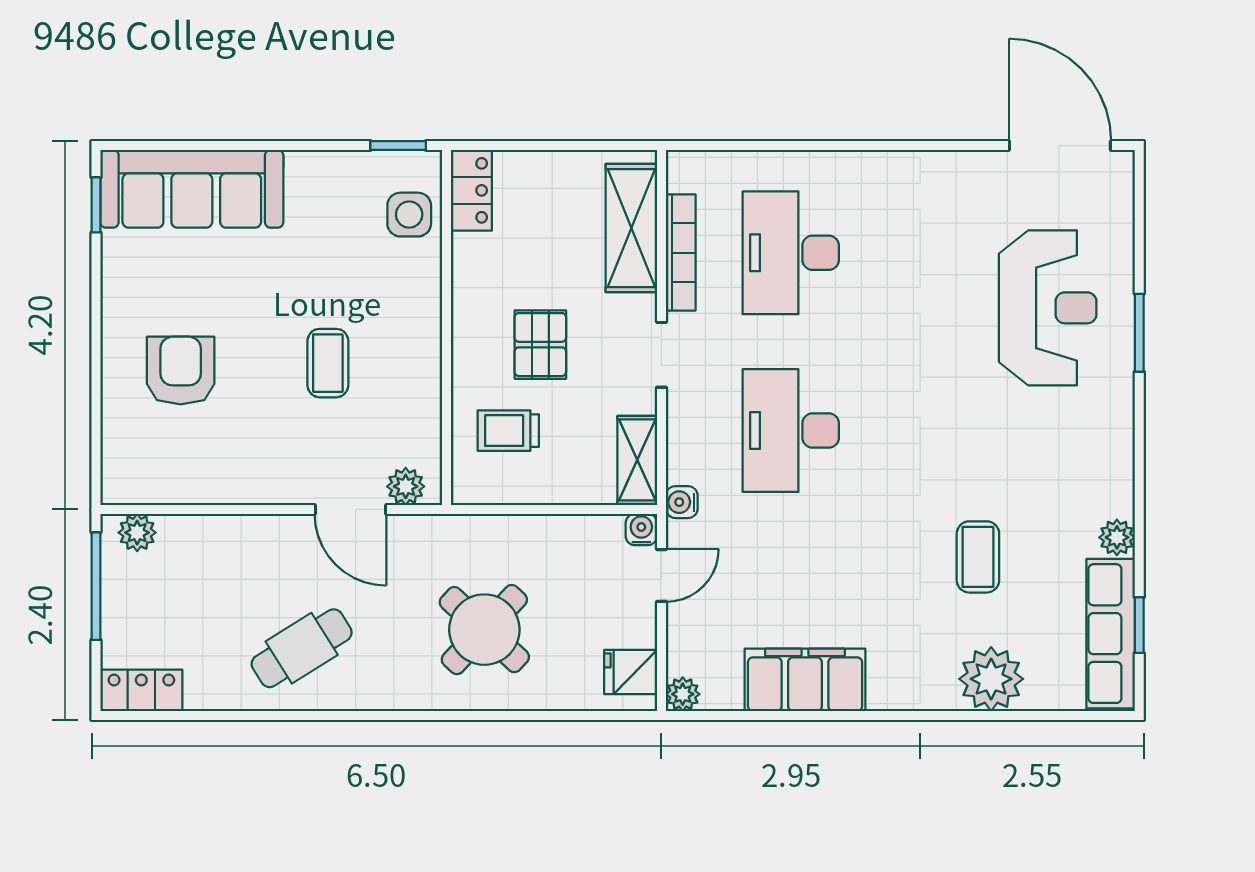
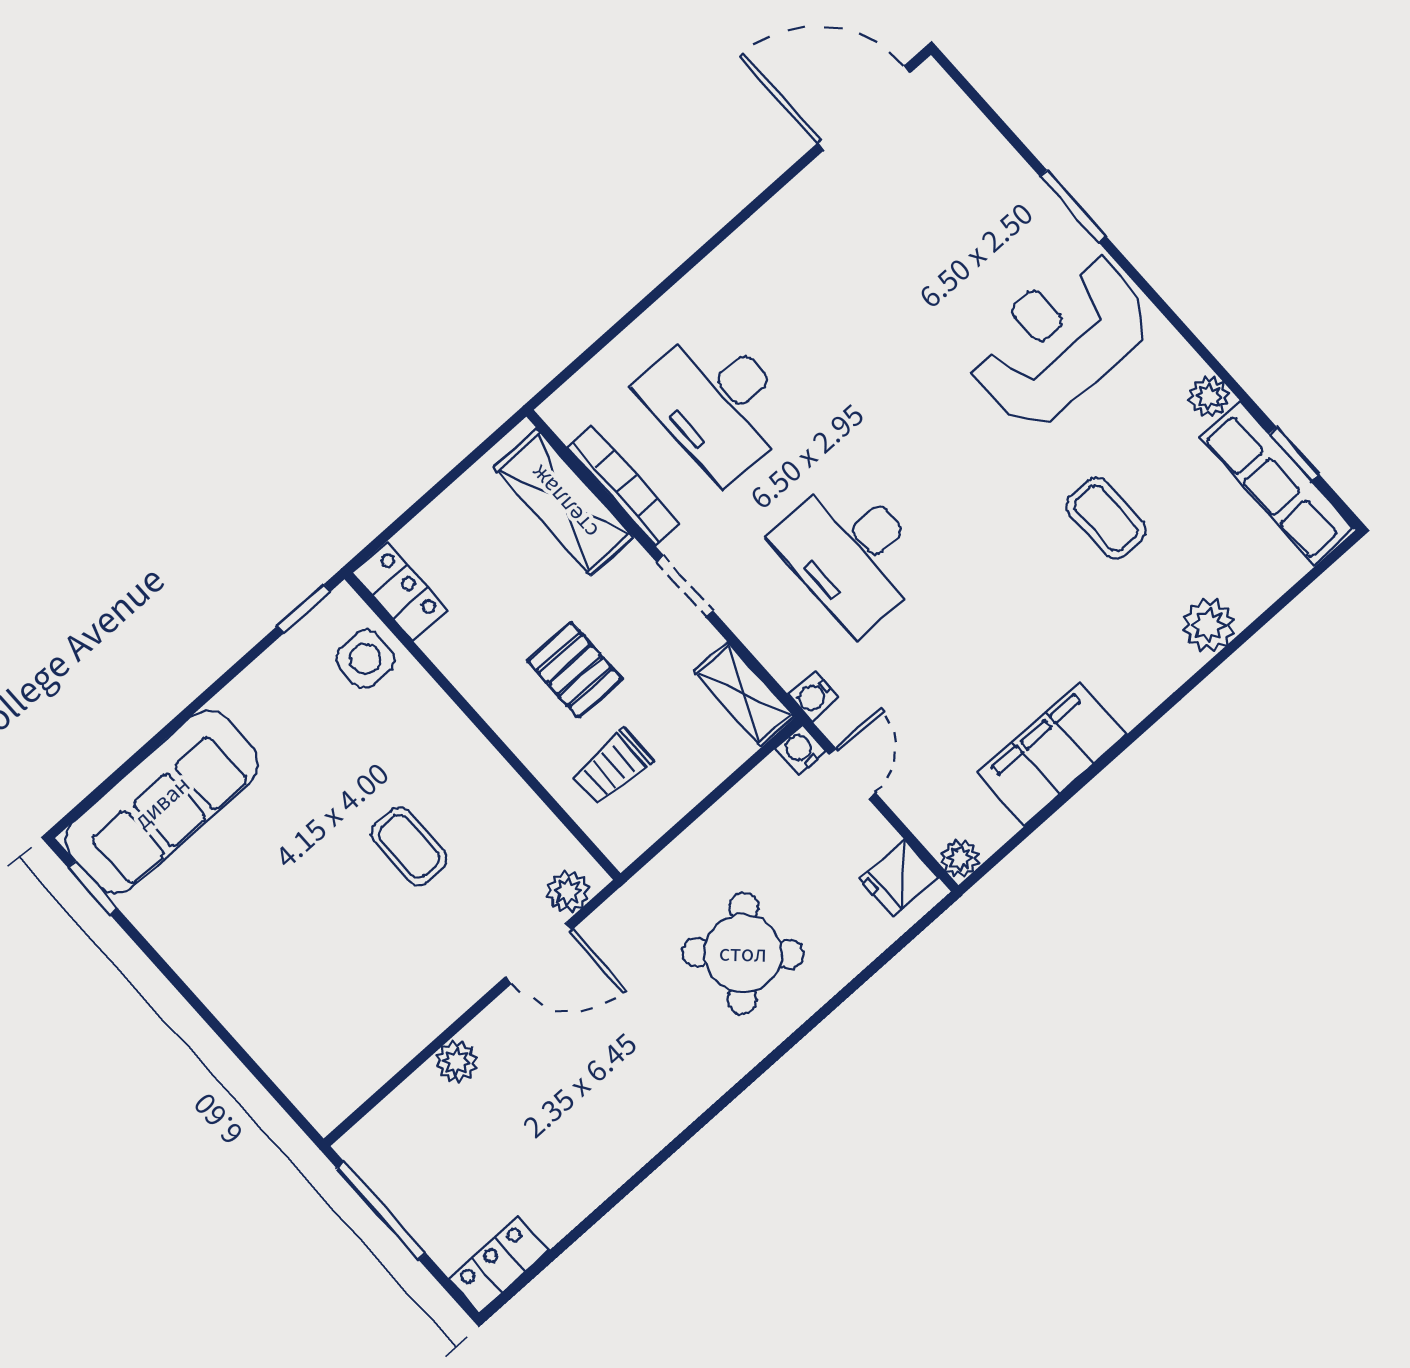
reception desk: (1048, 308) -> (1058, 340), moved, turned -90
armchair: (181, 370) -> (290, 964), removed
plant: (137, 533) -> (456, 1062), moved
cafe table: (302, 648) -> (602, 1107), removed
plant: (991, 679) -> (1209, 625), width x0.73, depth x0.73

